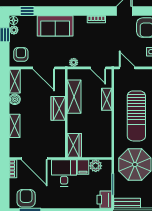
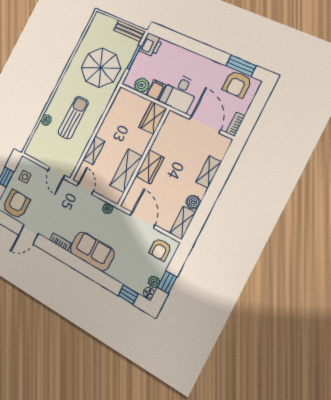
sofa: (55, 26) -> (92, 251), moved
sun lounger: (136, 116) -> (73, 118), width x0.73, depth x0.75

